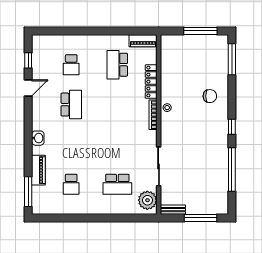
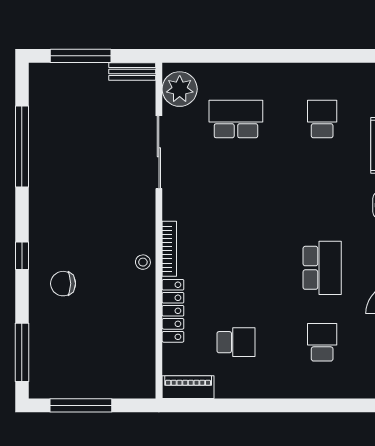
school desk: (117, 65) -> (236, 342), width x0.54
school desk: (71, 105) -> (322, 268), turned 180
window: (232, 127) -> (22, 256), moved

